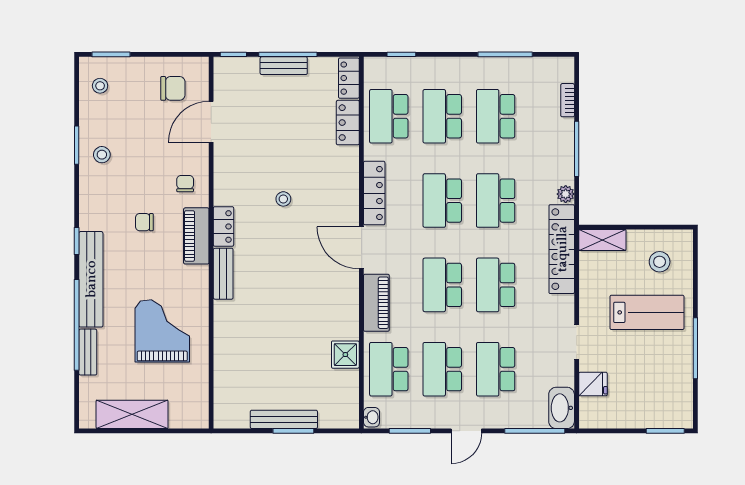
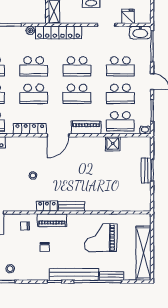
shelving: (132, 414) -> (144, 253), width x1.47
bench: (284, 419) -> (146, 171), width x0.73

